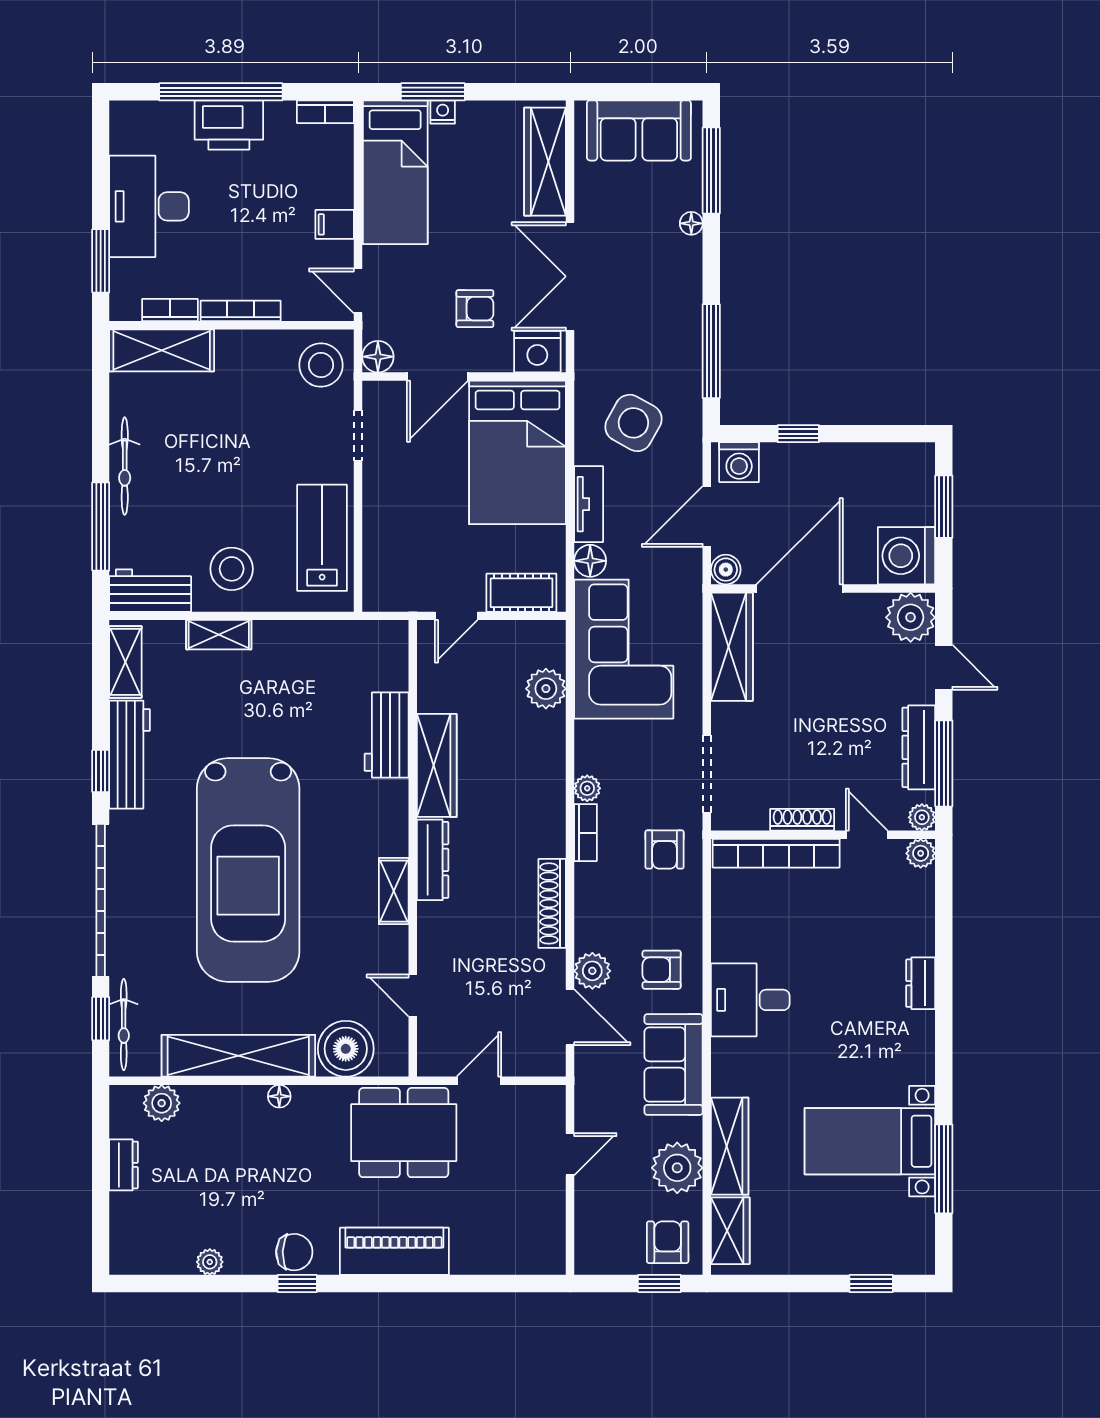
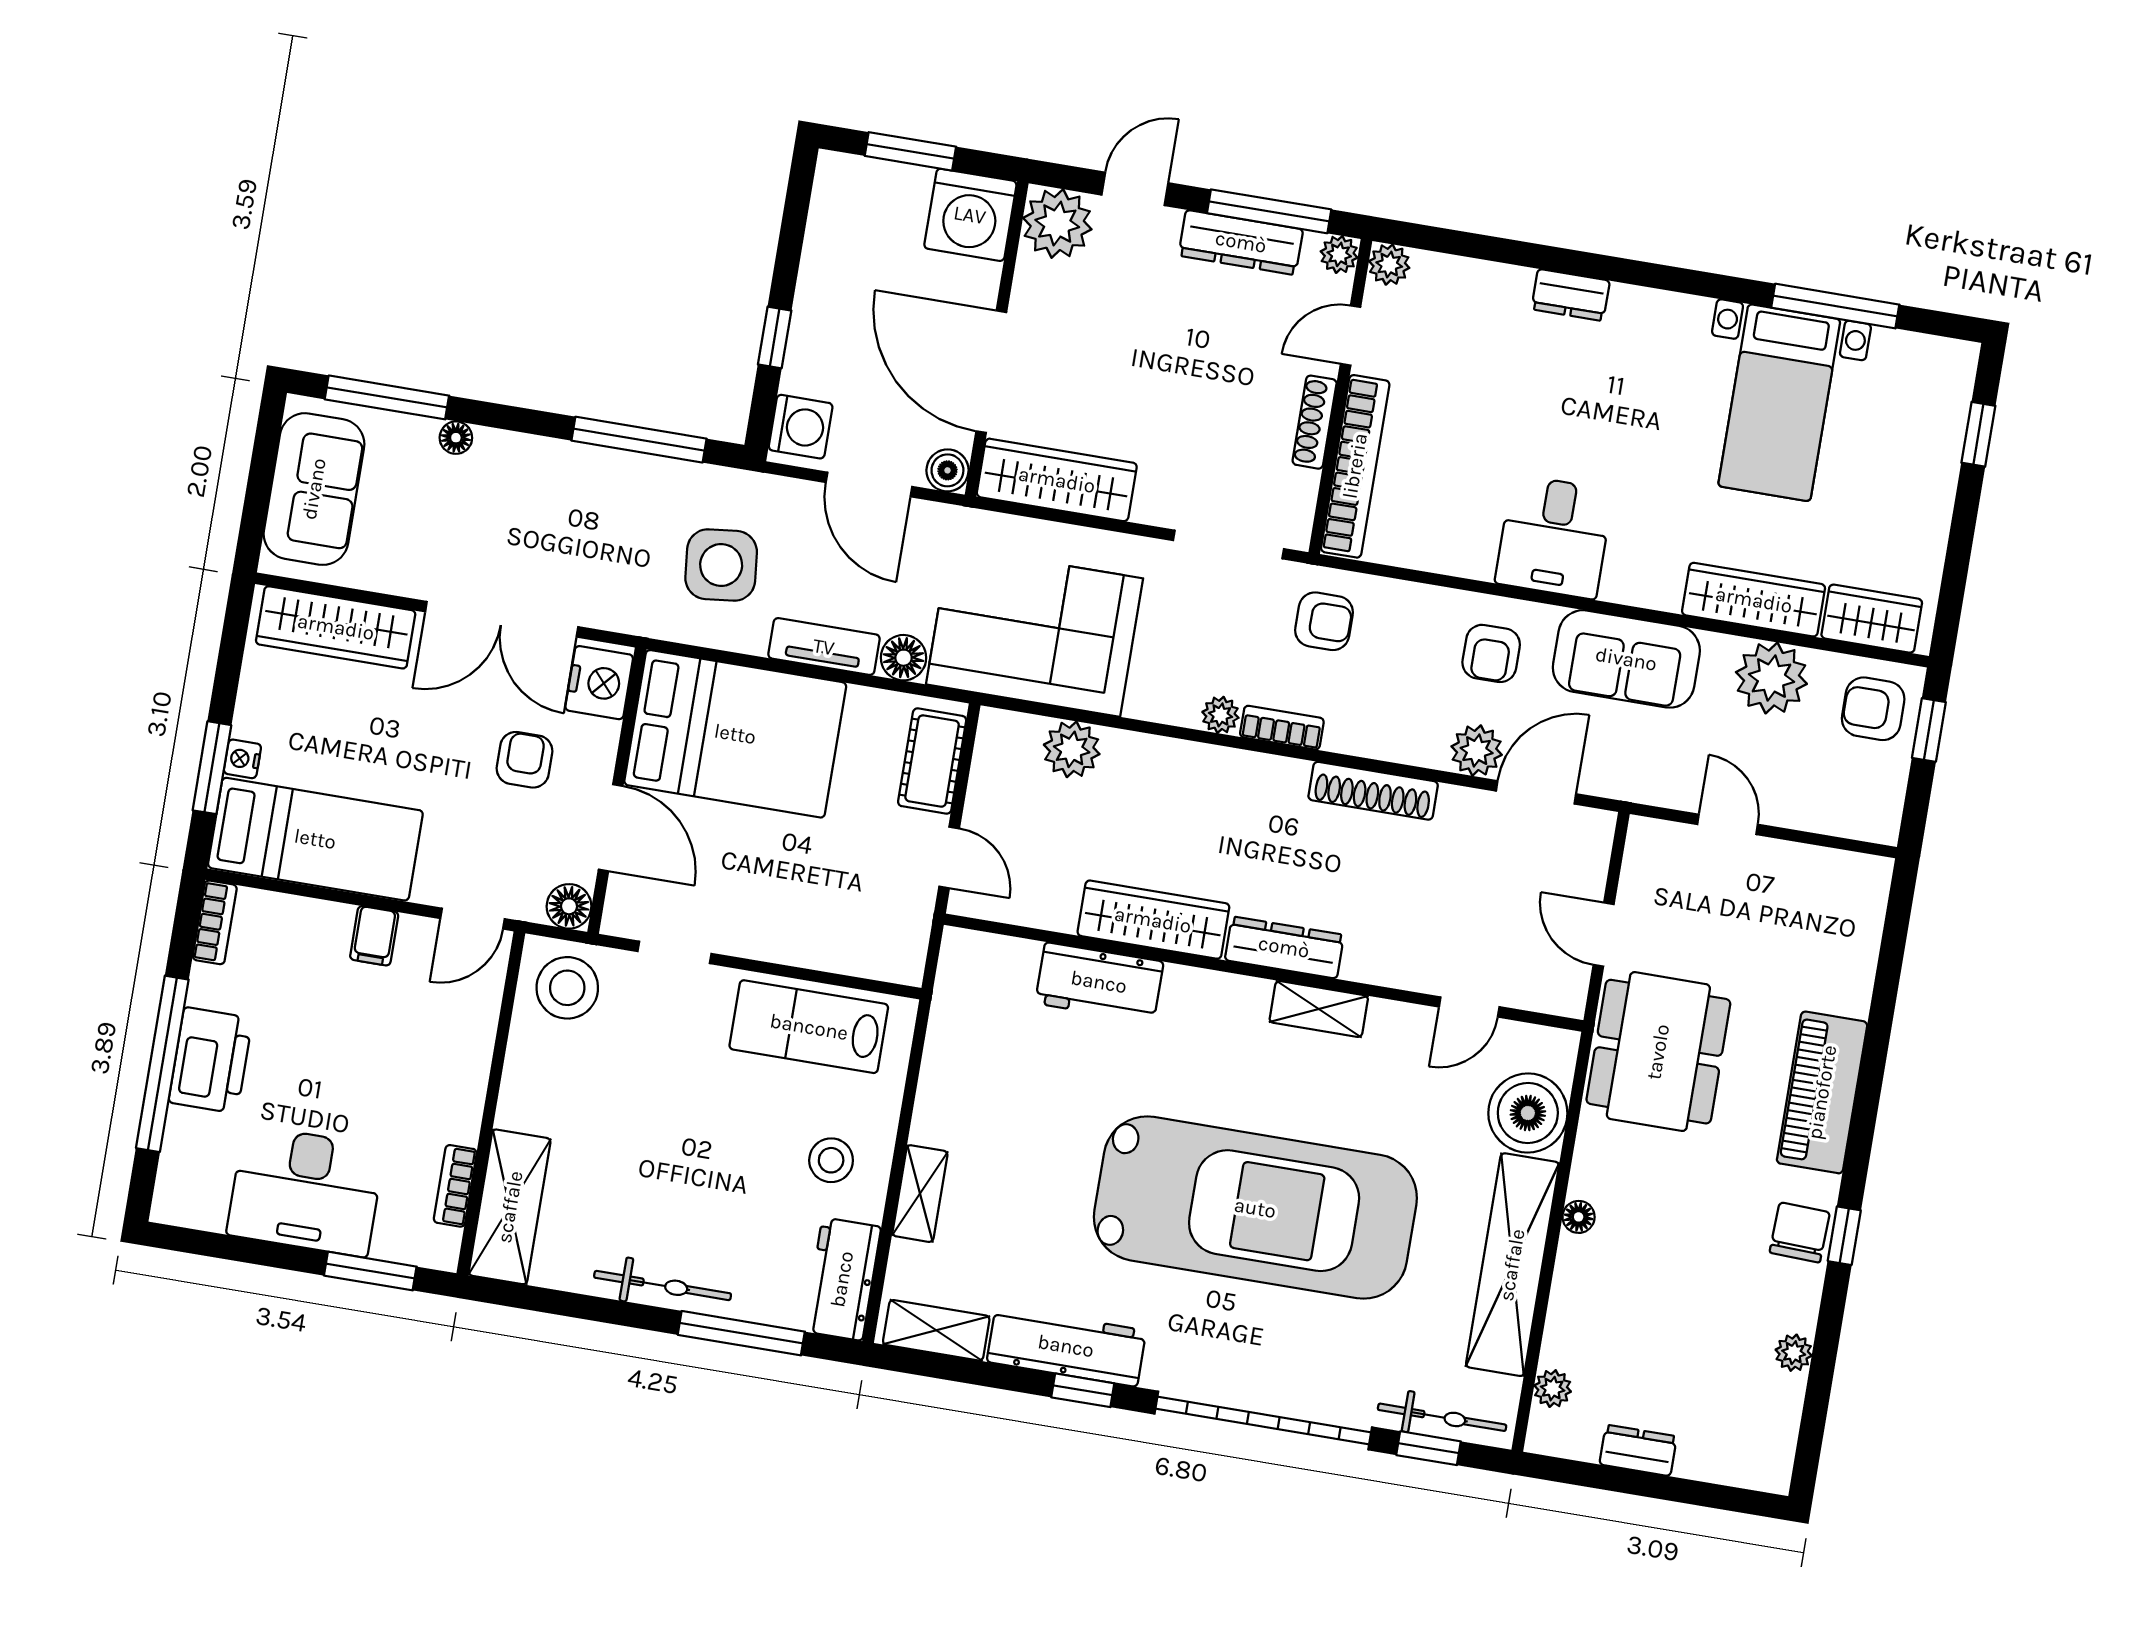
bookcase: (241, 311) -> (473, 1087), removed
side table: (633, 423) -> (721, 565), turned -35
stool: (232, 569) -> (831, 1160), width x0.73, depth x0.73
plant: (162, 1103) -> (1553, 1389), width x0.73, depth x0.73

